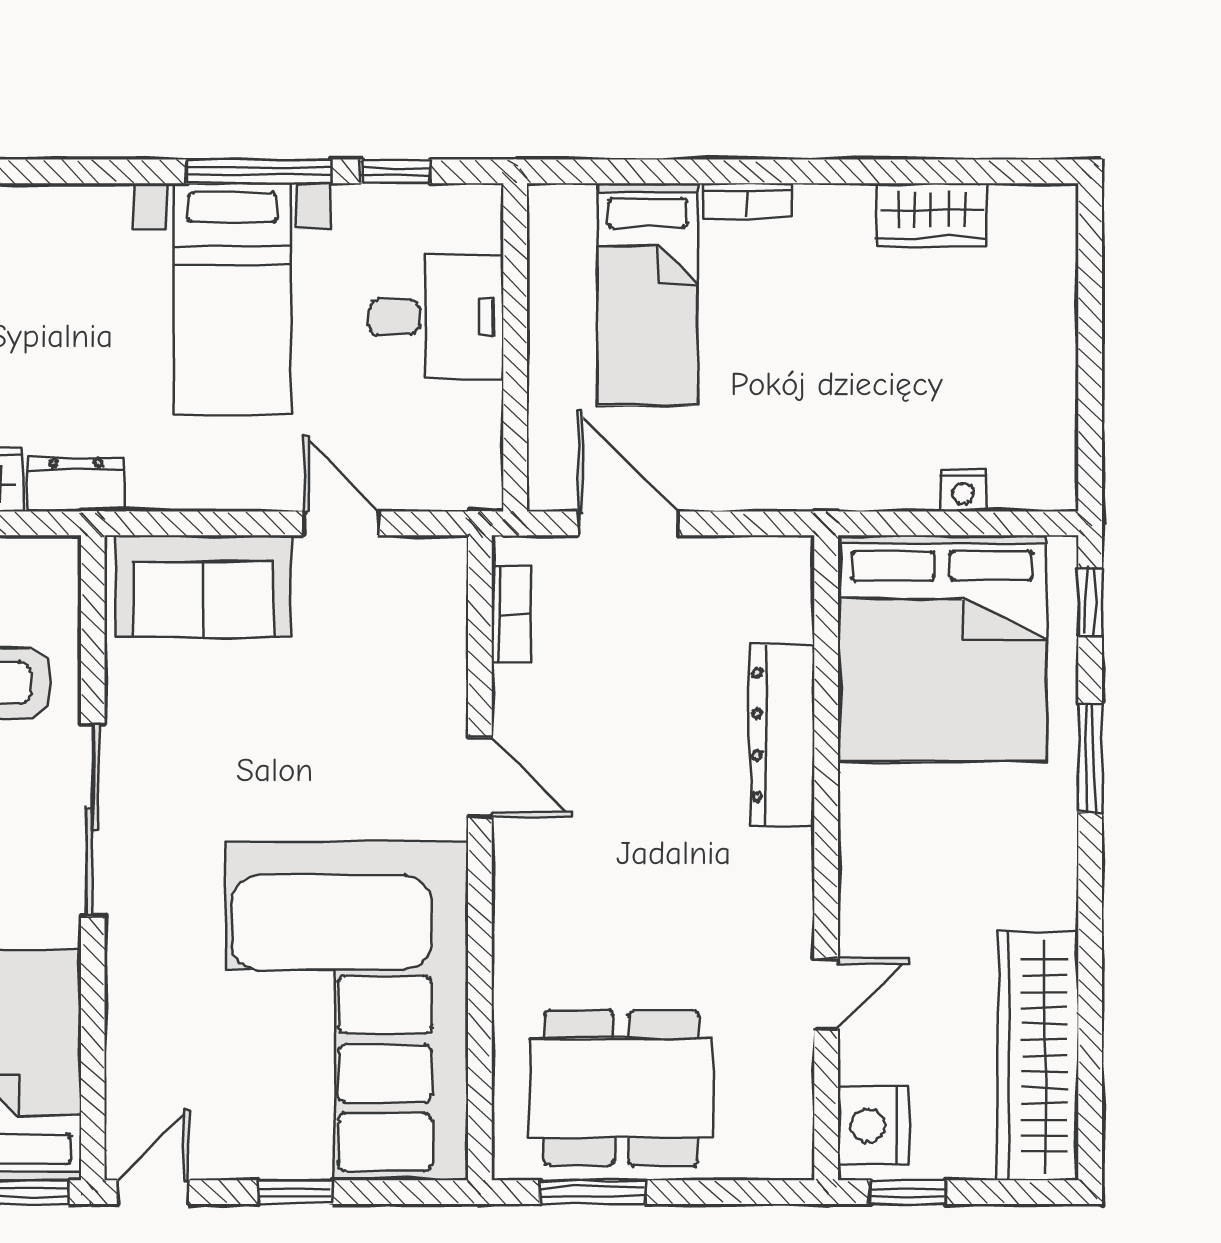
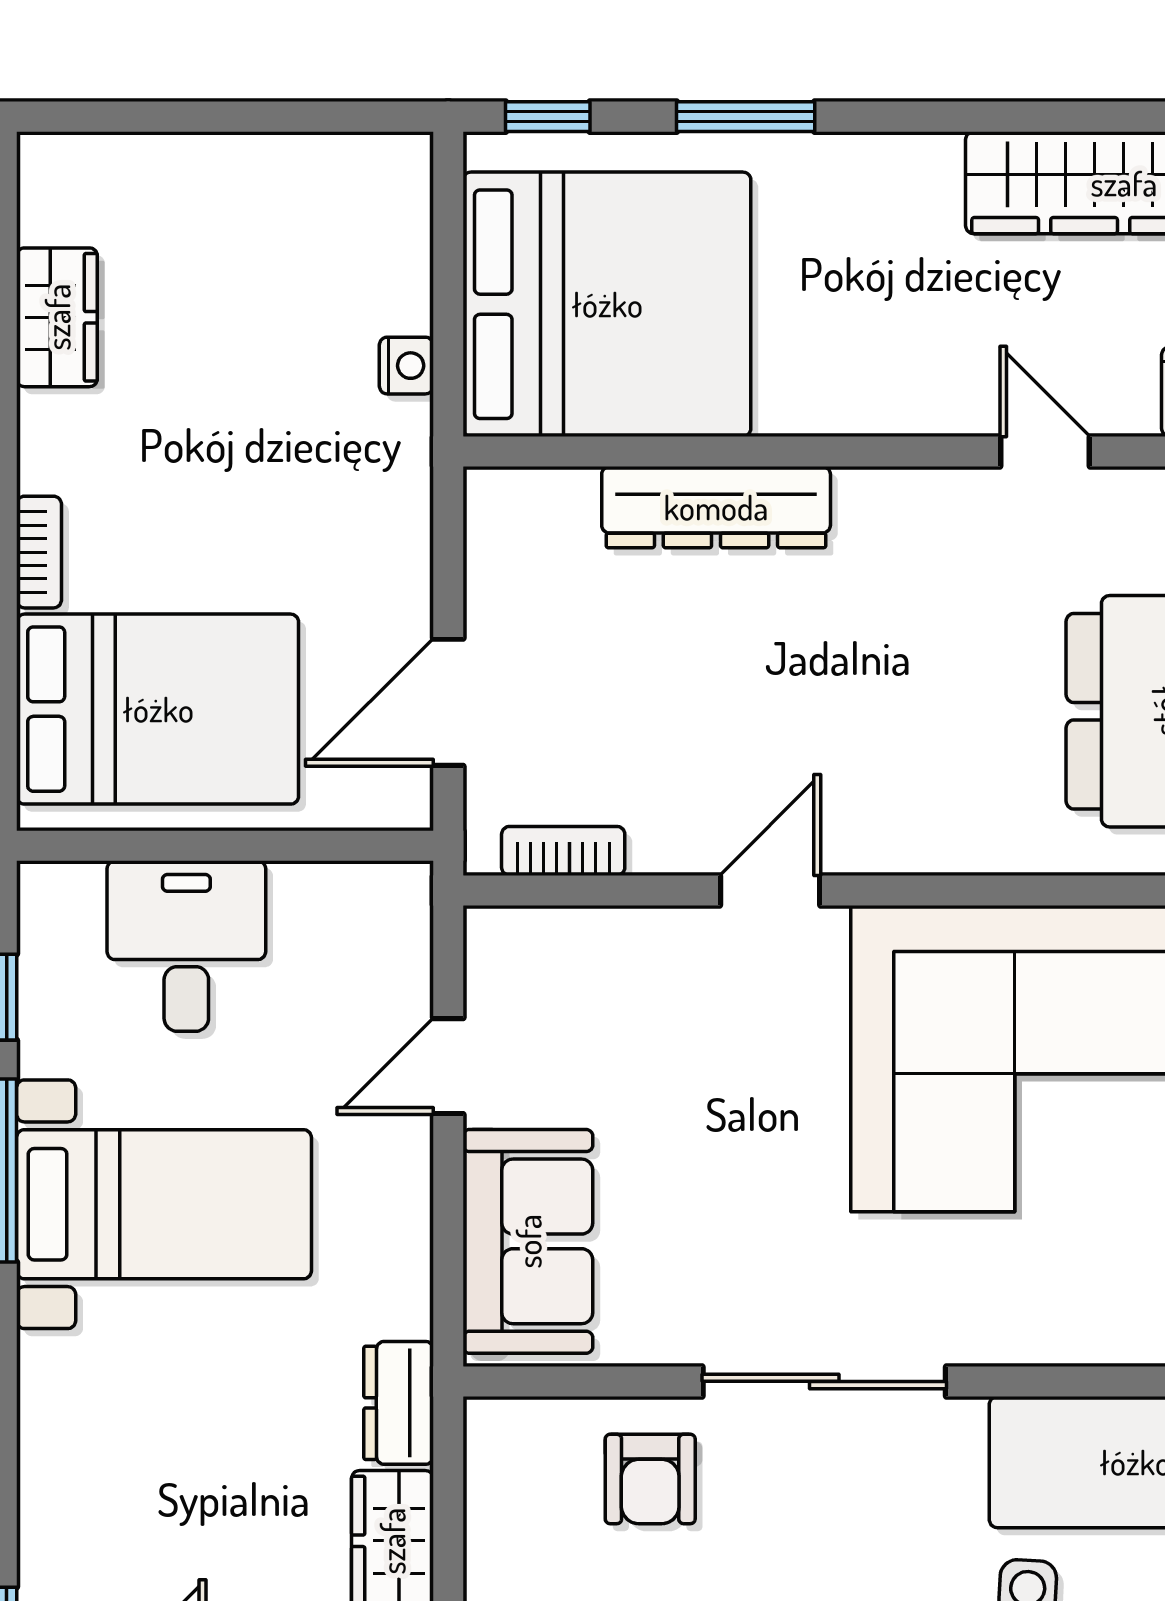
bed: (648, 294) -> (158, 709), width x1.50
nightstand: (963, 490) -> (406, 366), moved

